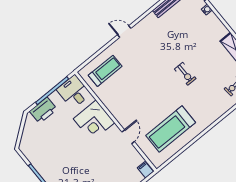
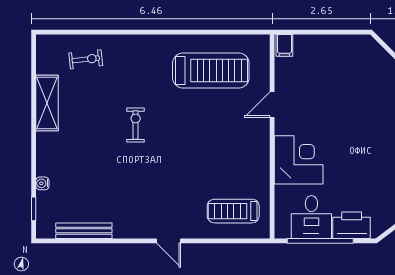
desk: (74, 92) -> (311, 217), moved

